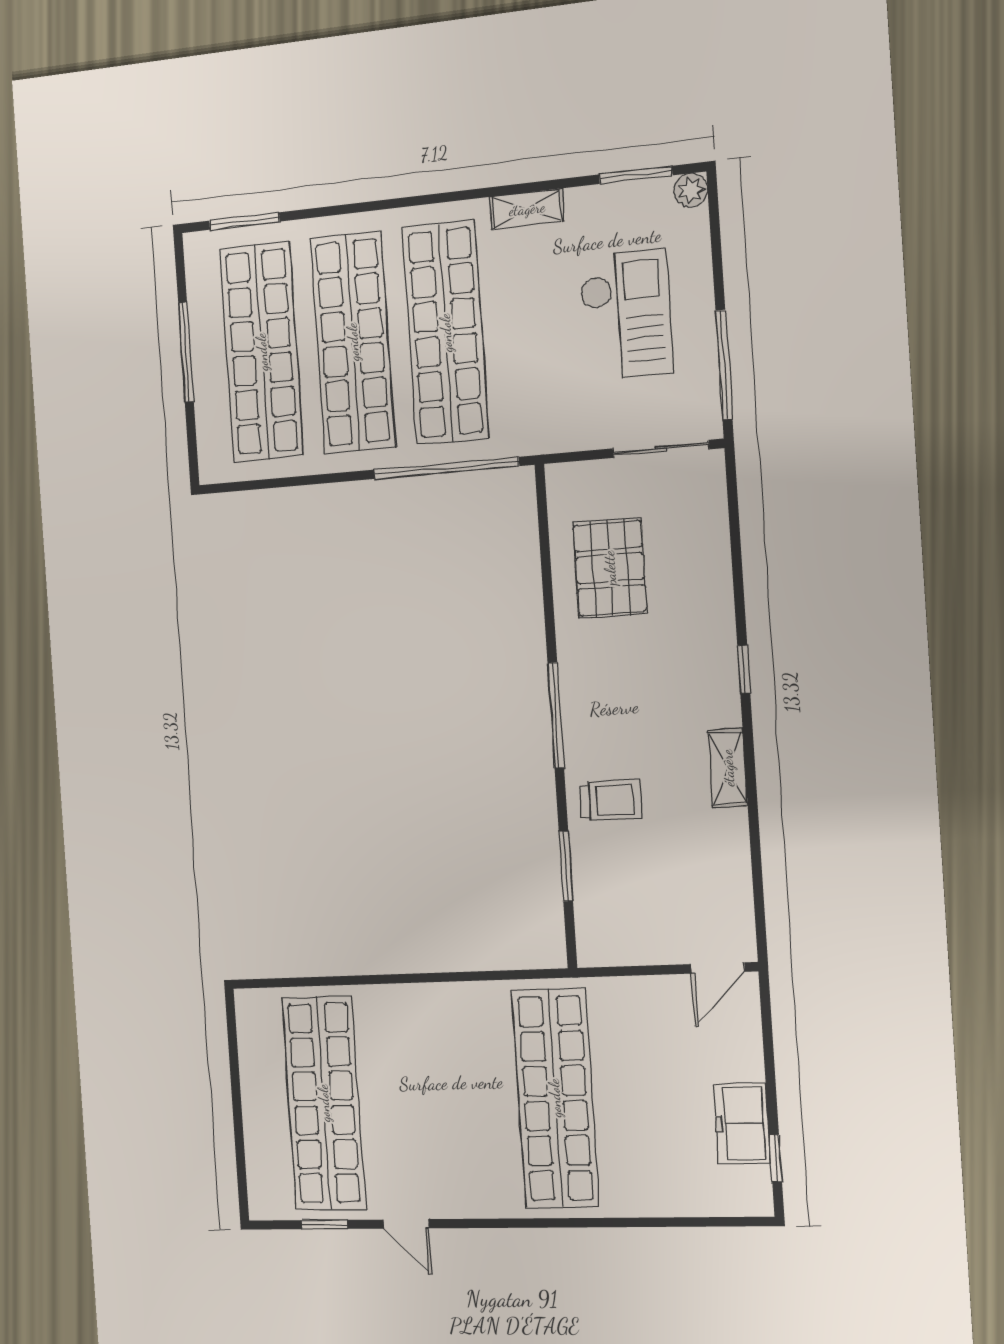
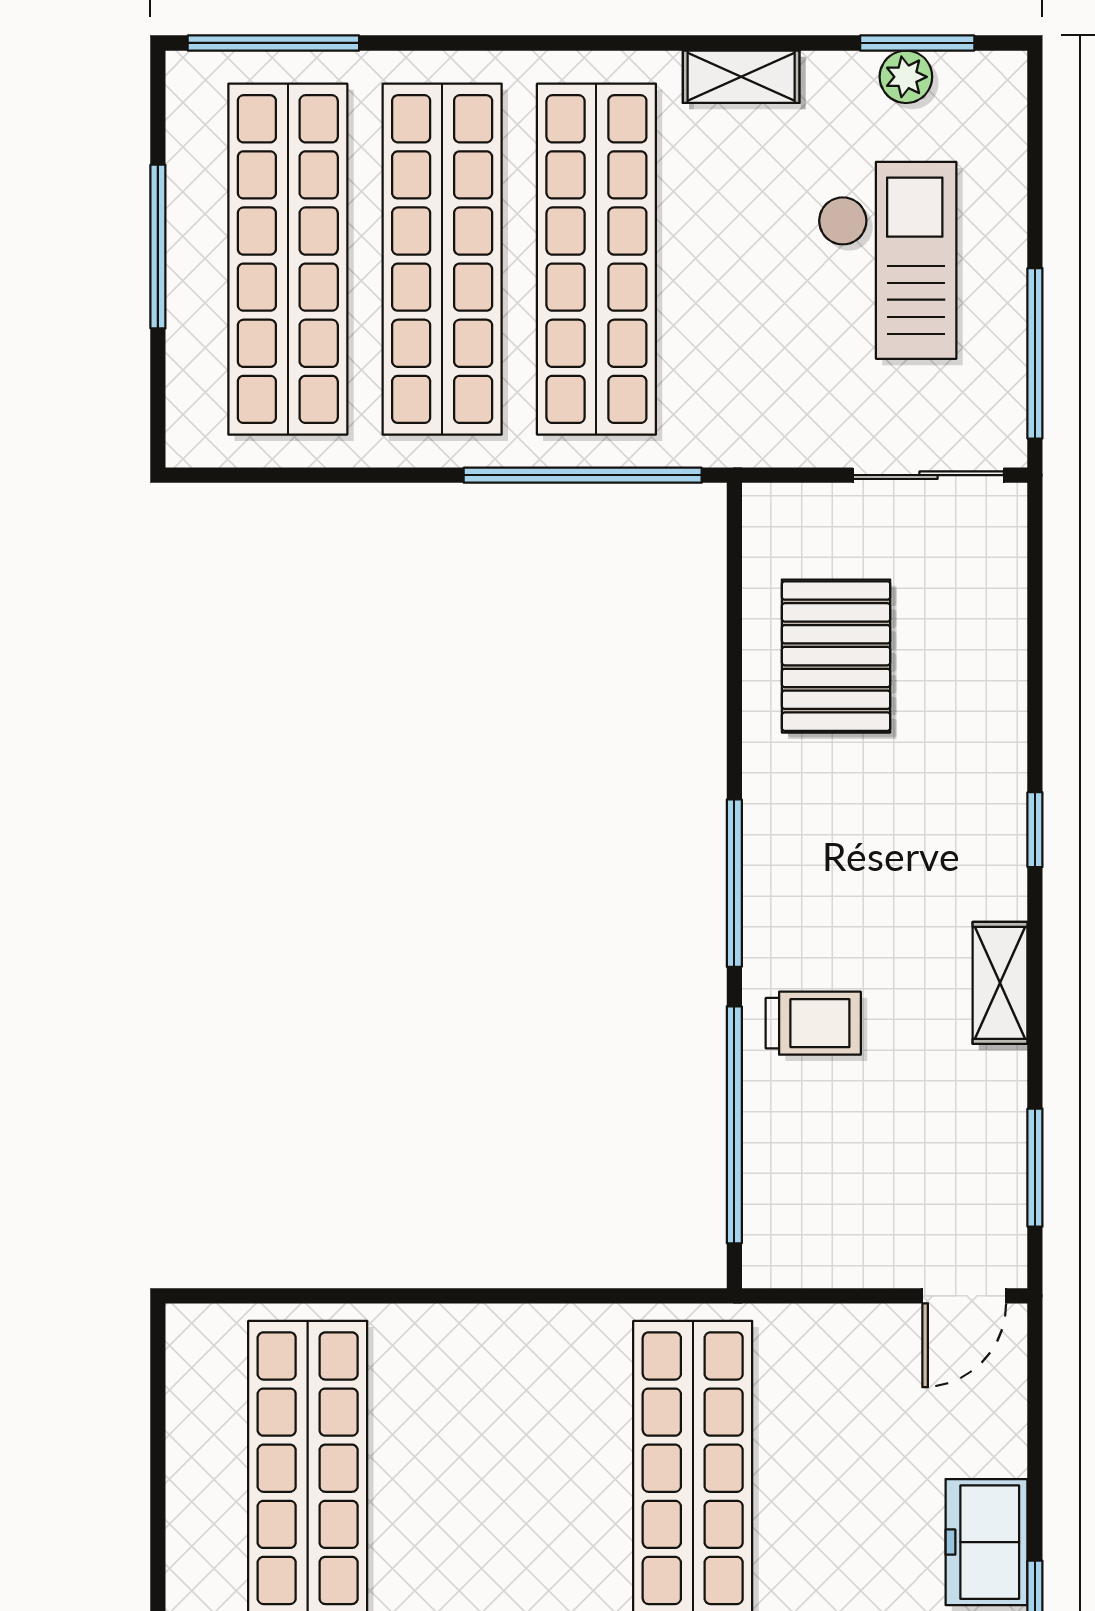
plant: (691, 190) -> (906, 77), moved
window: (244, 221) -> (273, 43), width x1.44
window: (566, 866) -> (734, 1125), width x2.11
window: (758, 885) -> (1035, 1168), added

